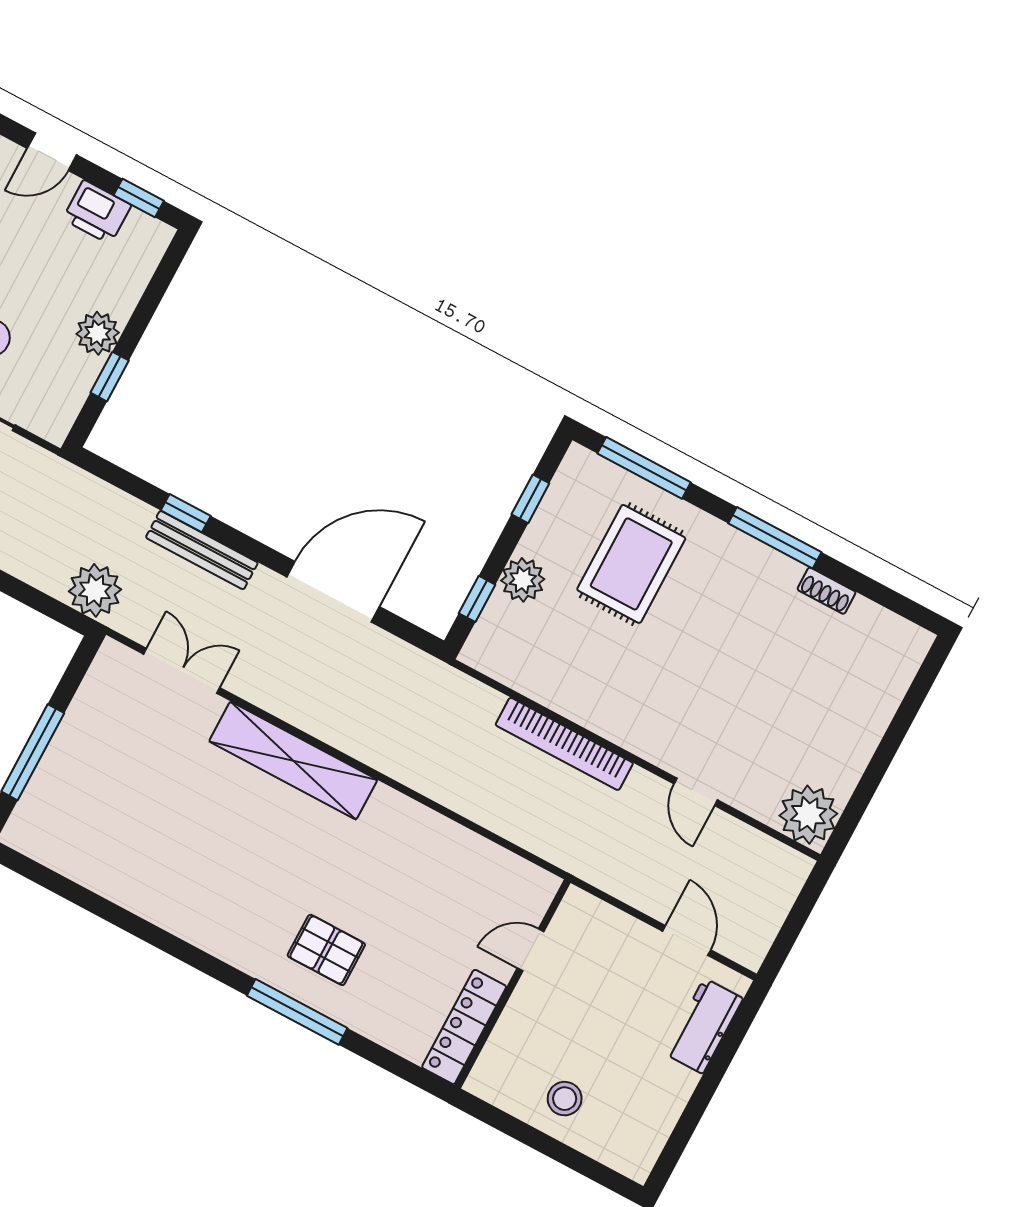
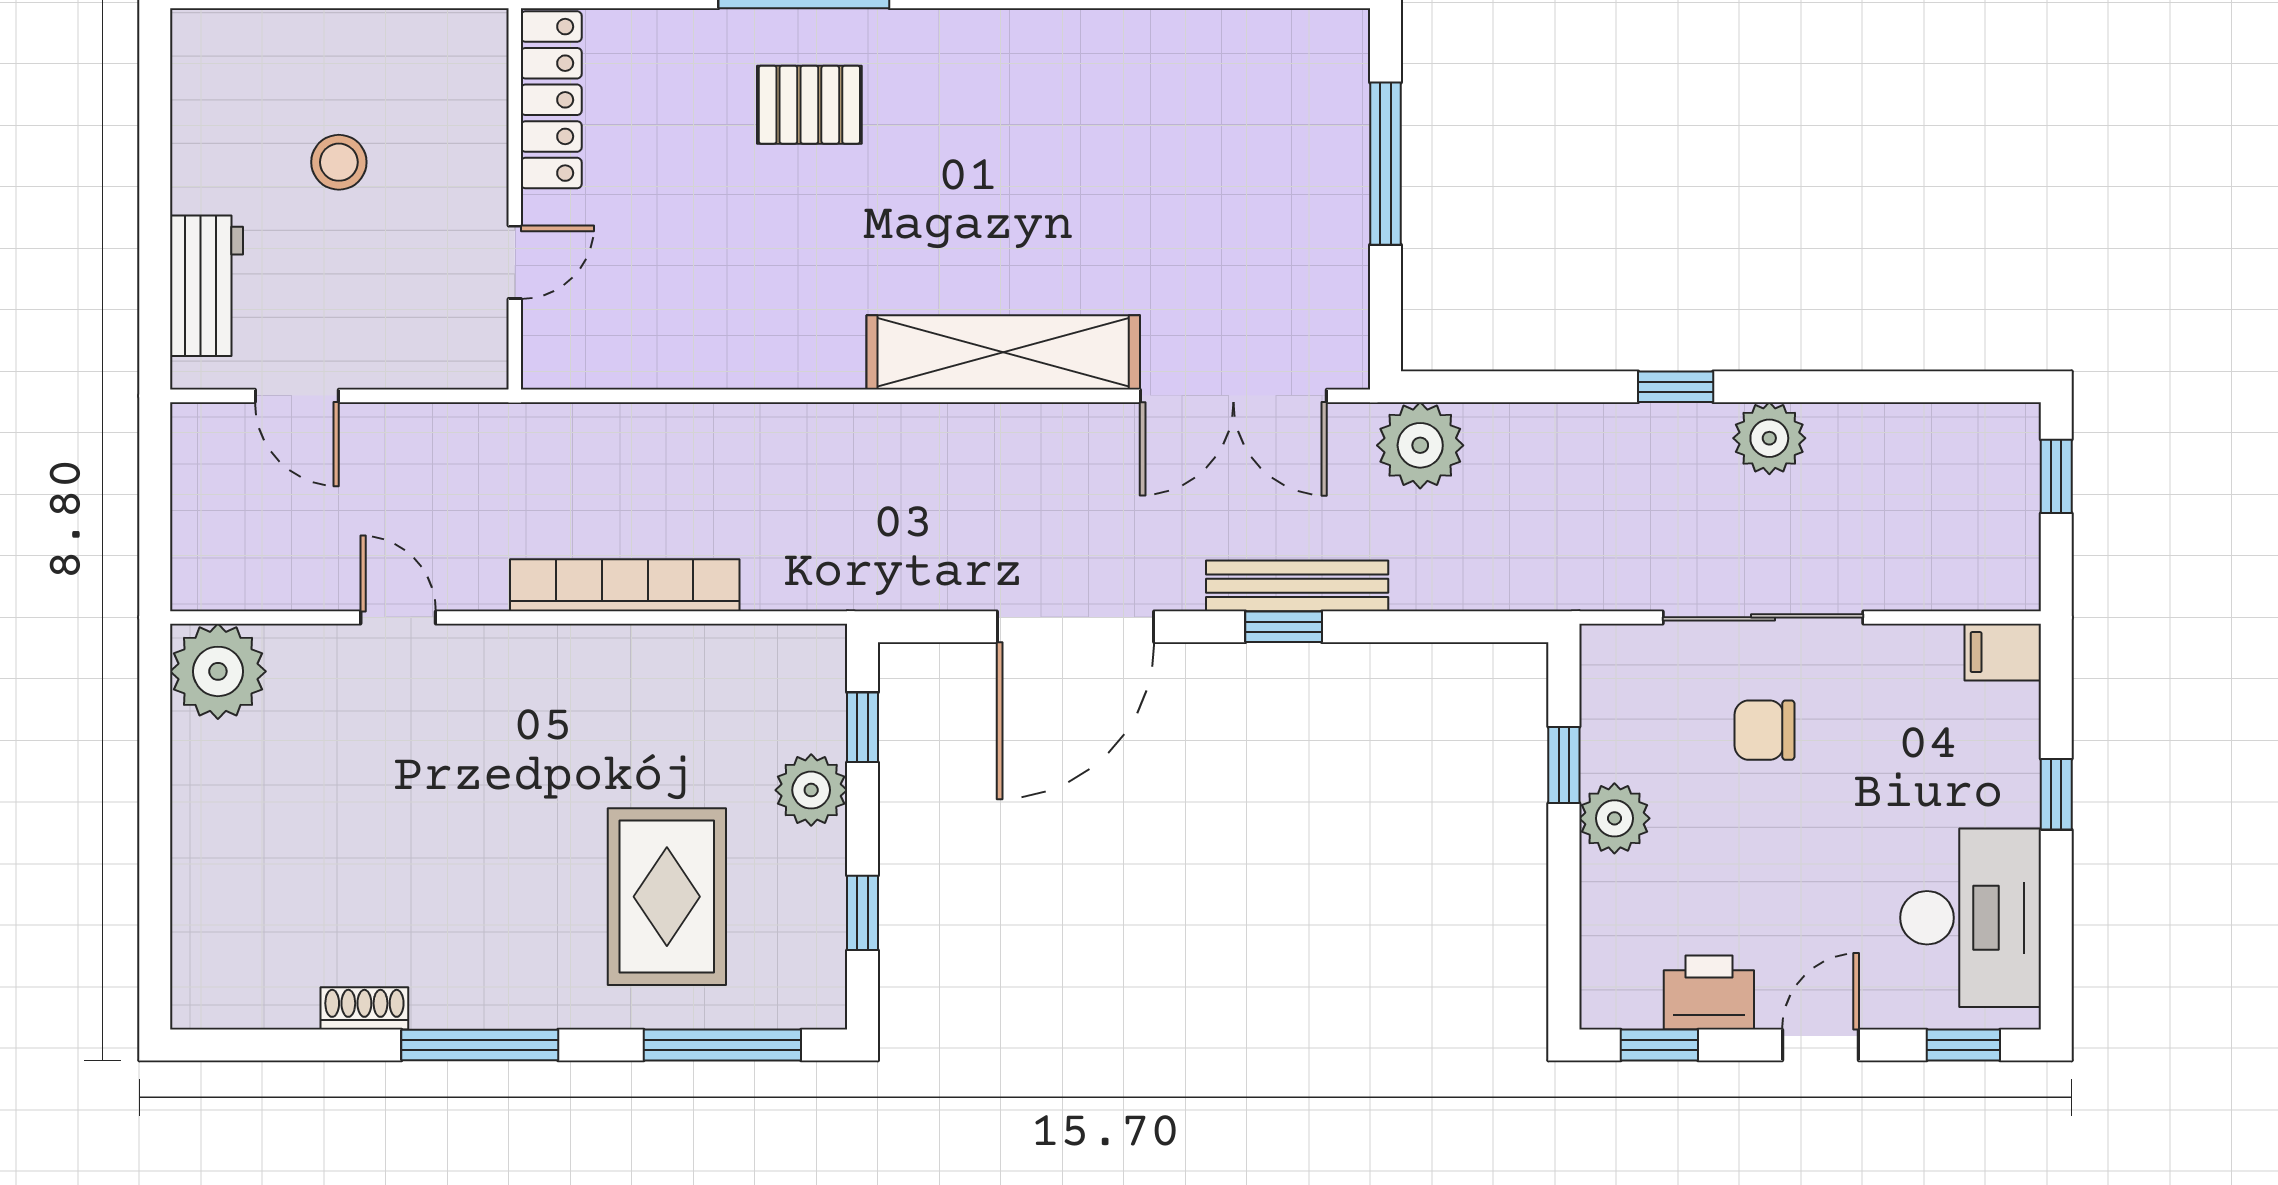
window: (186, 513) -> (1284, 627), moved
double door: (182, 671) -> (1233, 396), width x1.37
stool: (565, 1099) -> (339, 162), moved

